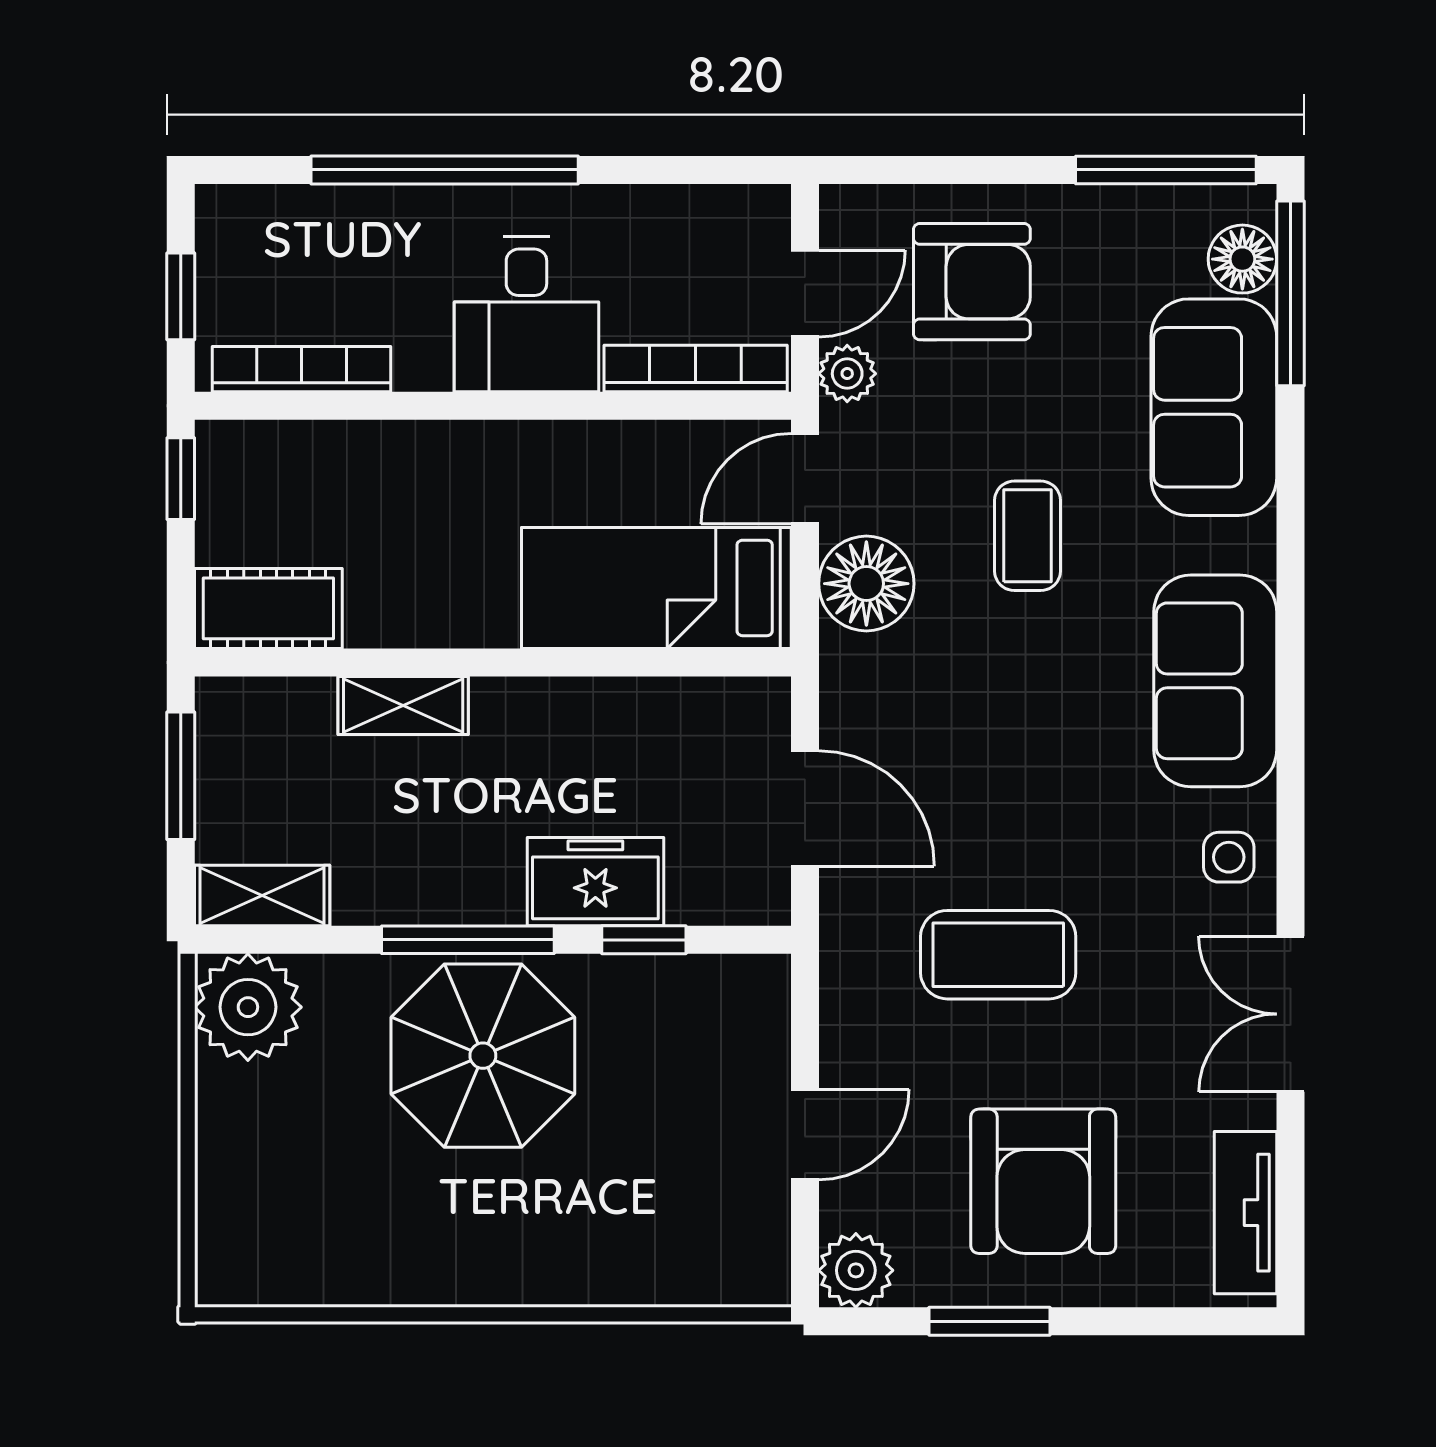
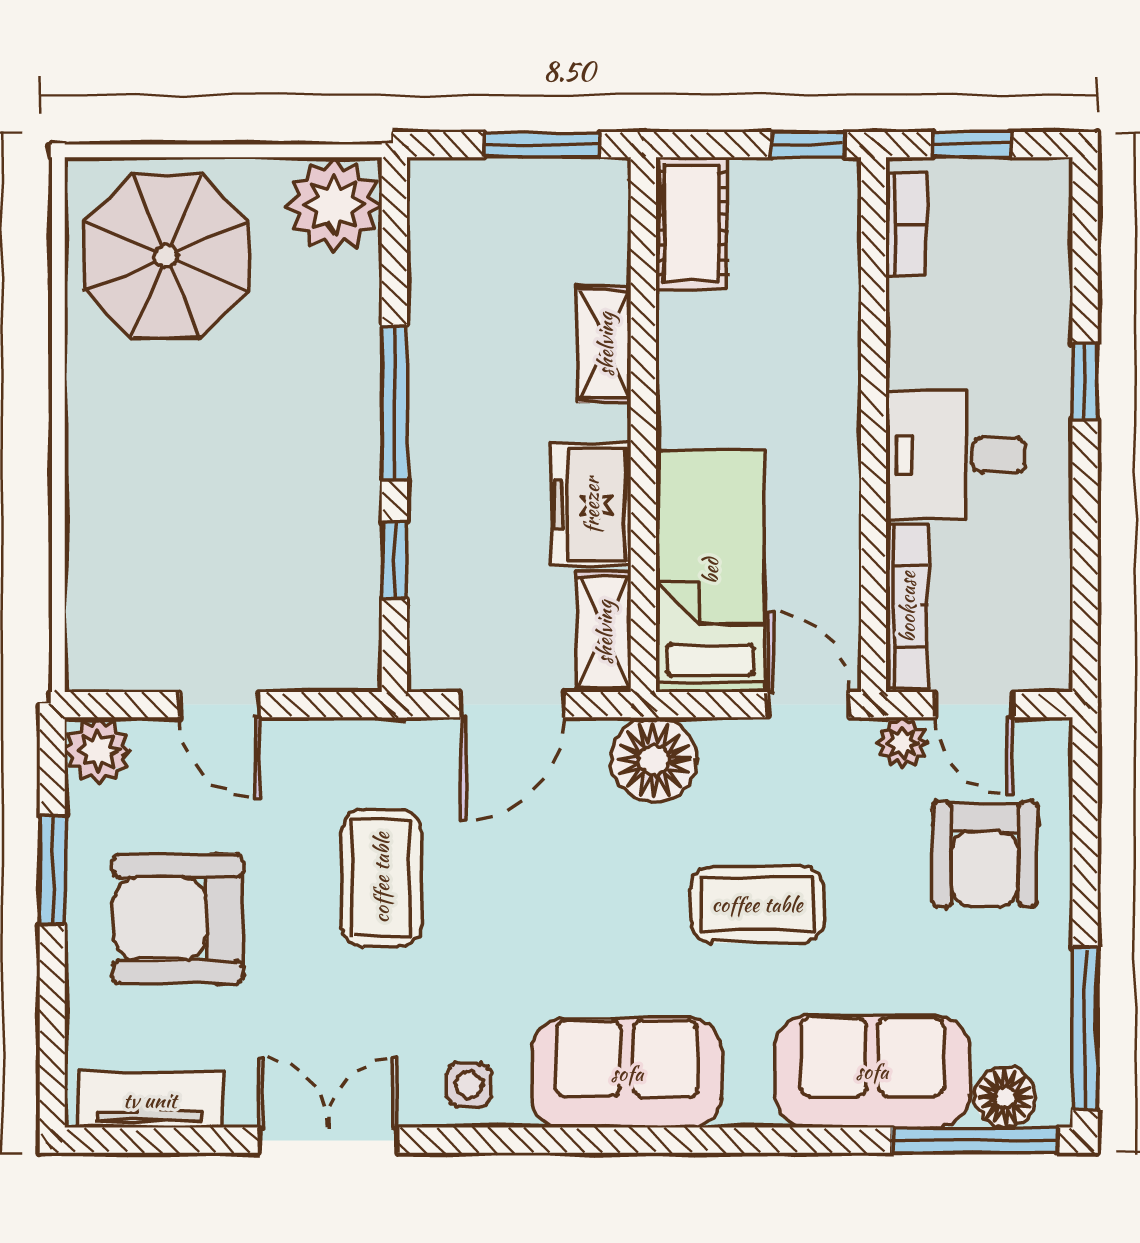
window: (445, 170) -> (1085, 381), width x0.32
bookcase: (302, 369) -> (906, 224), width x0.64
coffee table: (1027, 536) -> (757, 904), width x1.36, depth x1.30
floor lamp: (866, 584) -> (654, 760), moved
freezer: (595, 882) -> (591, 505), moved, turned 180
shelving: (262, 896) -> (604, 632), moved
parasol: (483, 1056) -> (166, 256), moved

